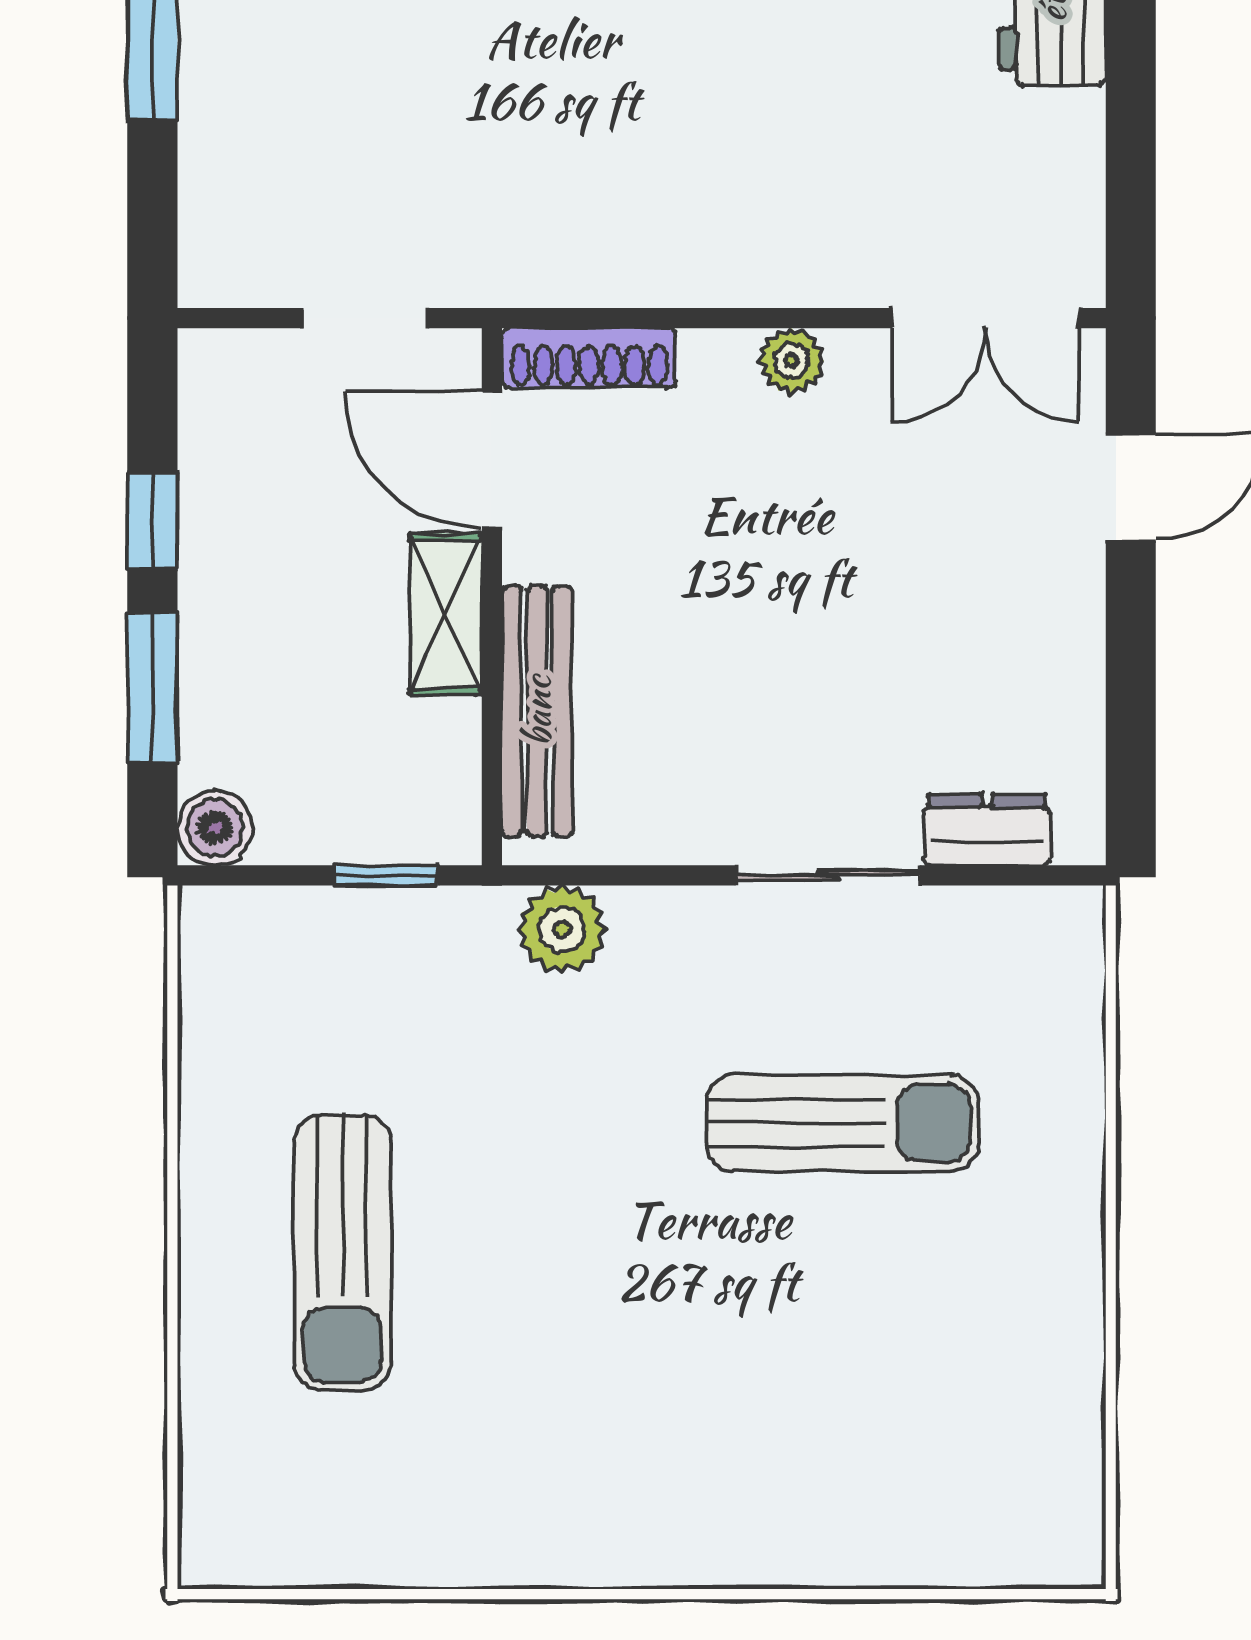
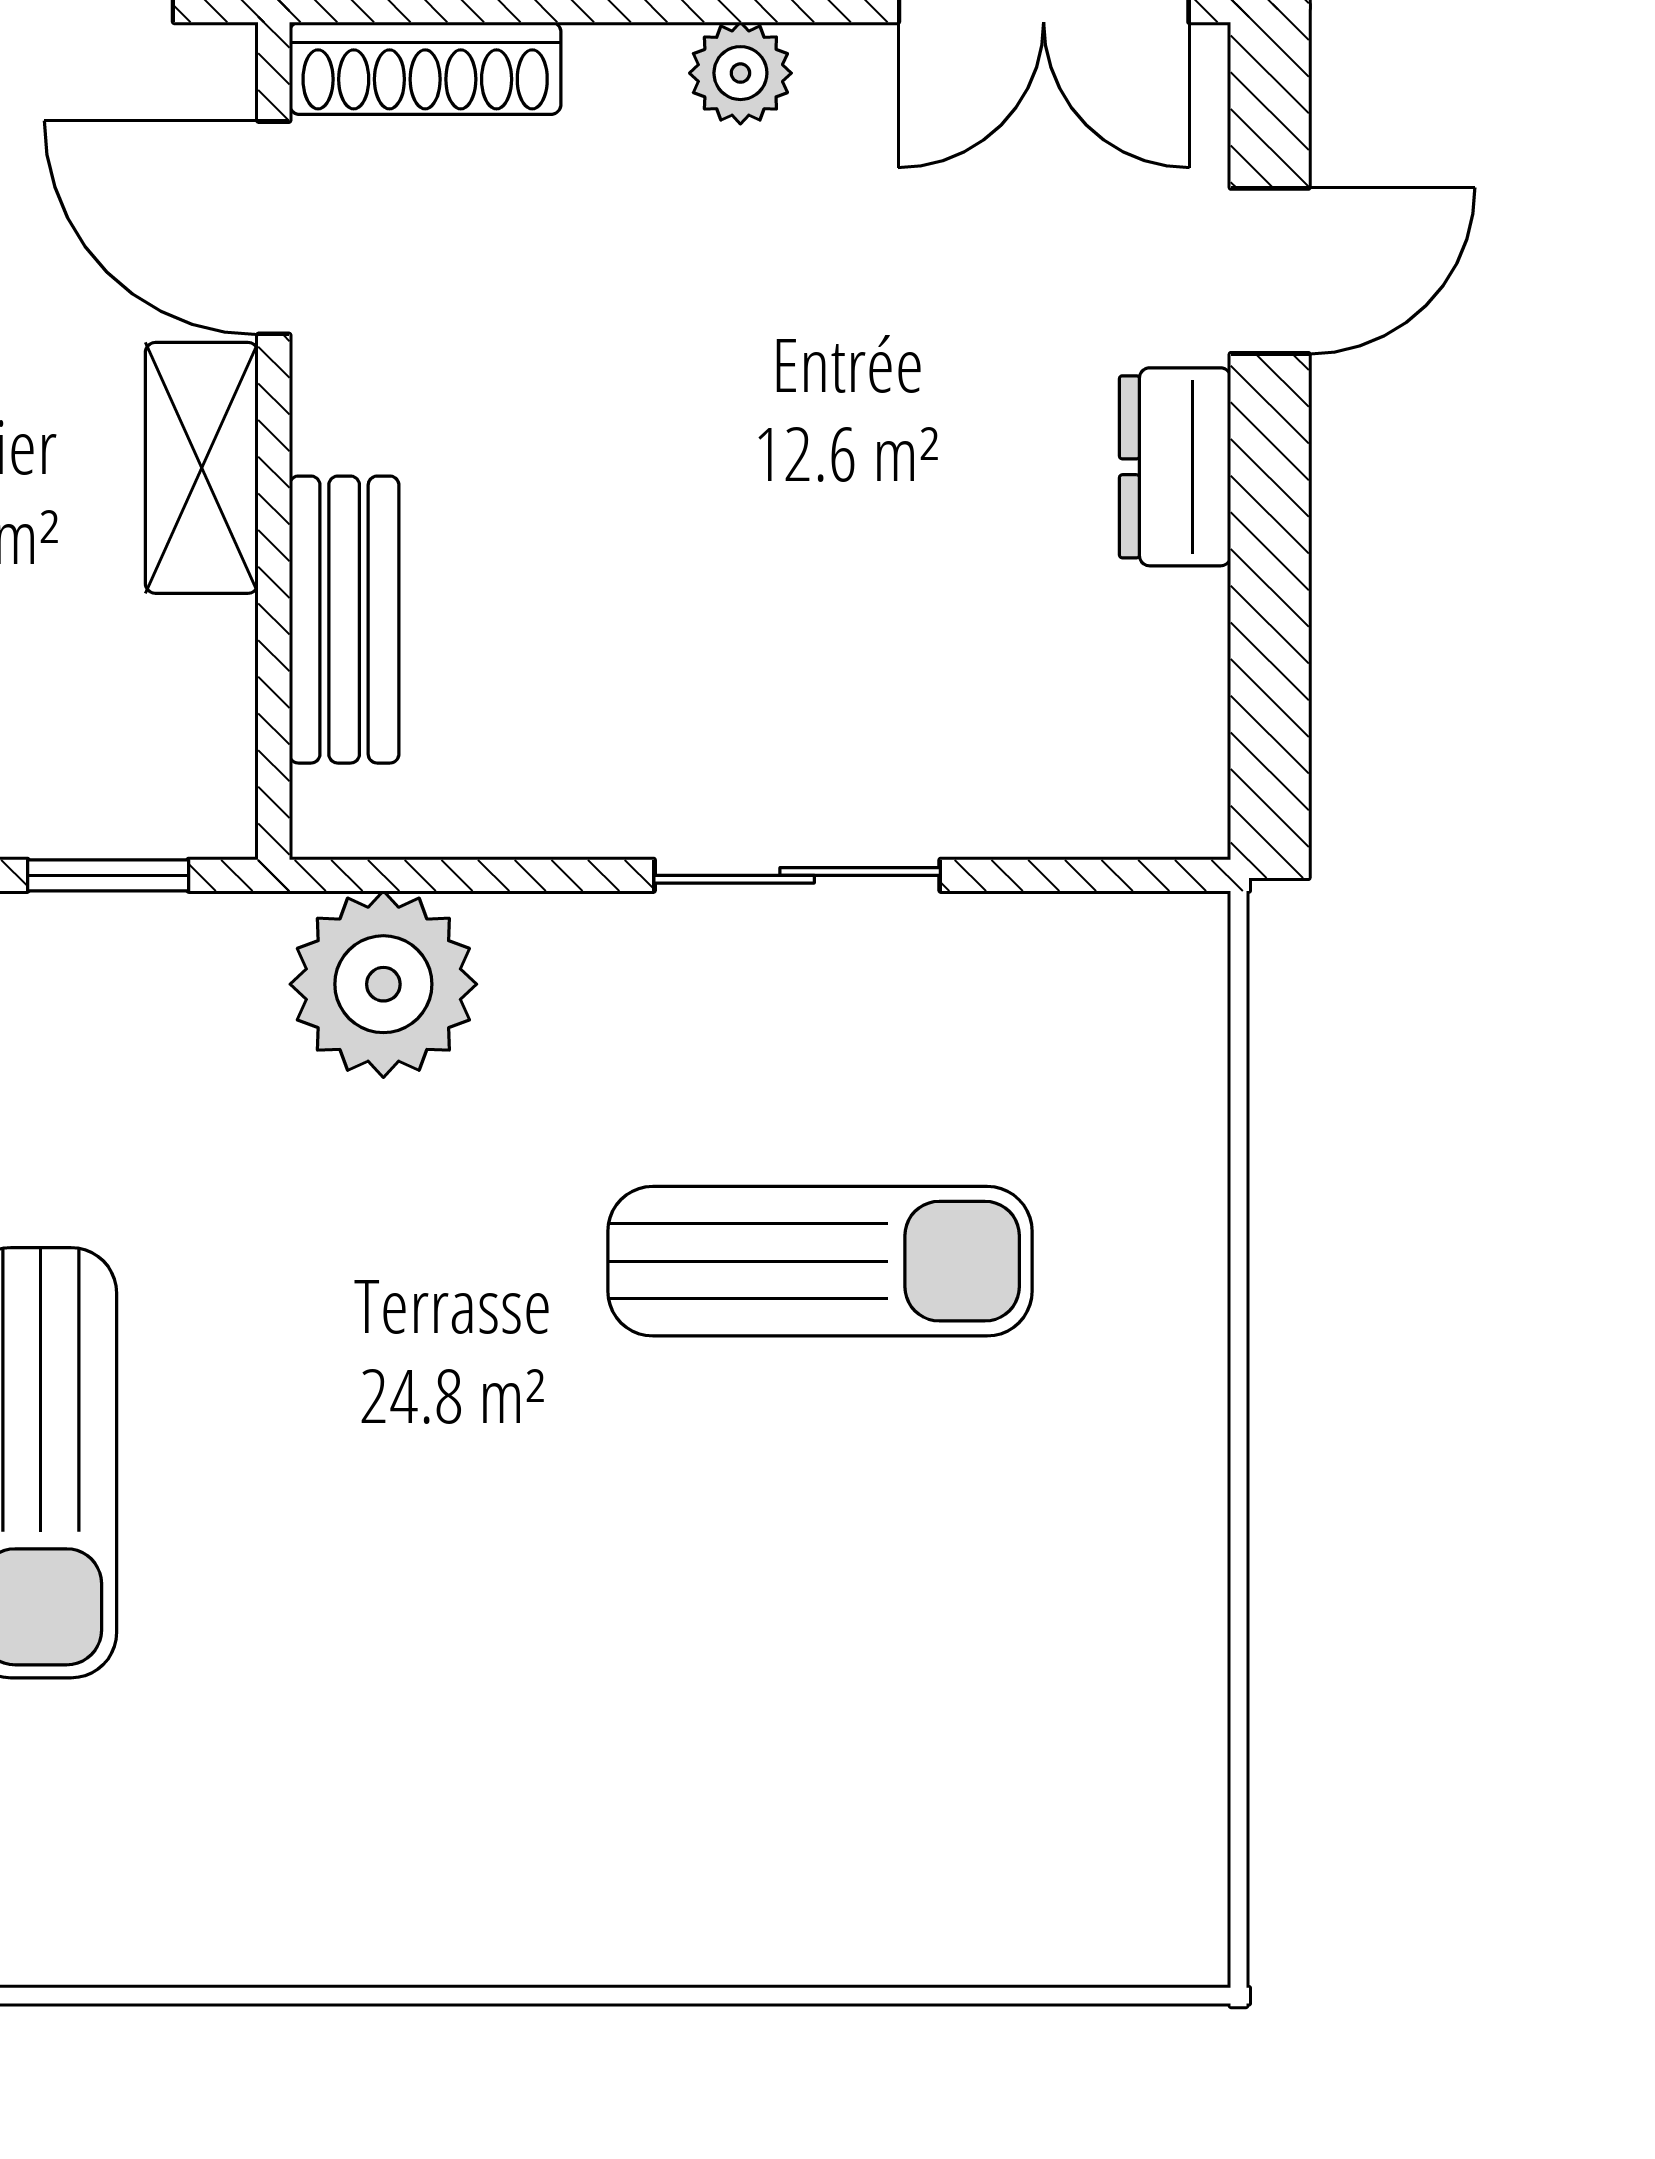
bench: (537, 711) -> (344, 620), width x0.73
dresser: (987, 830) -> (1175, 467), moved, turned -90
plant: (562, 929) -> (383, 984), width x1.36, depth x1.36

